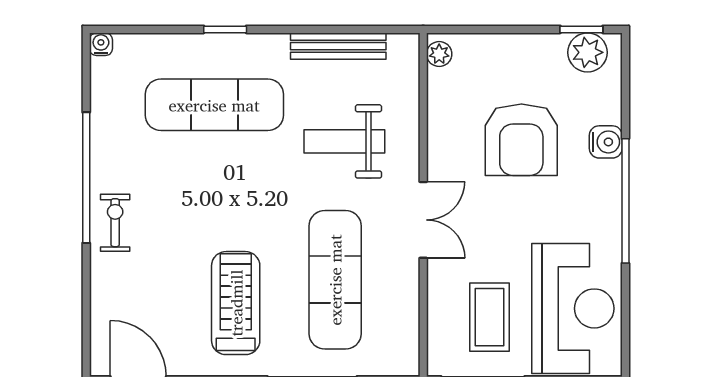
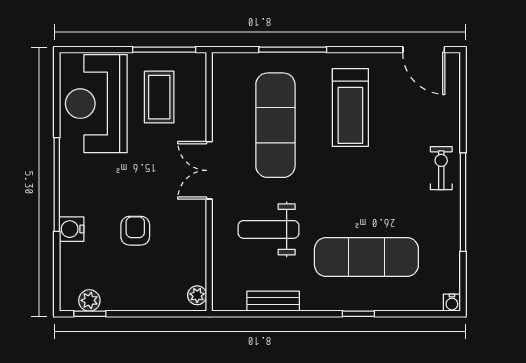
bench: (338, 46) -> (273, 301), width x0.73
plant: (587, 52) -> (89, 300), width x0.73, depth x0.73
armchair: (521, 140) -> (135, 231), width x0.53, depth x0.53
weight bench: (344, 141) -> (269, 229), turned 180
exercise bike: (115, 223) -> (441, 168), turned 180

